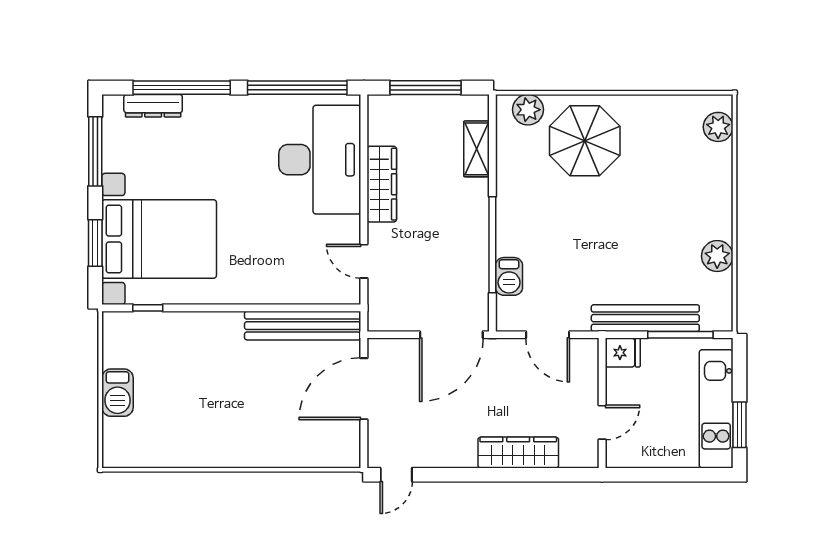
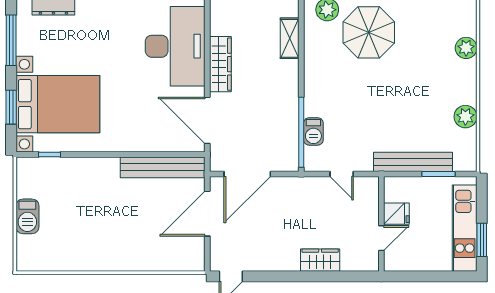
plant: (718, 127) -> (466, 48), moved
window: (492, 245) -> (301, 132), moved
door: (364, 261) -> (207, 120), width x1.87
door: (451, 335) -> (247, 174), moved
door: (548, 335) -> (342, 174), width x0.73
window: (680, 335) -> (439, 174), width x0.69
fridge: (623, 353) -> (396, 214), moved
wardrobe: (518, 453) -> (320, 260), width x0.67

